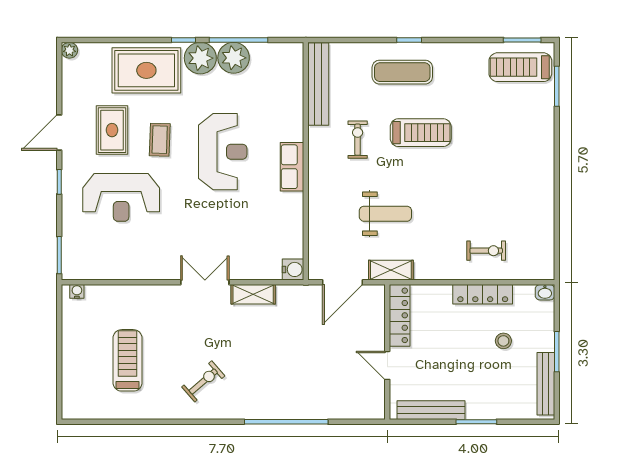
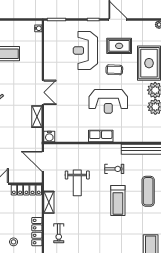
shelving: (391, 270) -> (49, 202), moved

